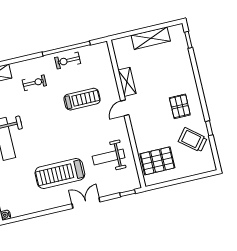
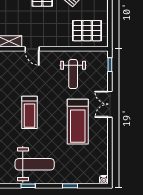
treadmill: (82, 99) -> (30, 112), moved, turned 180
pallet: (157, 161) -> (87, 31), turned 90

